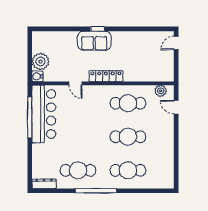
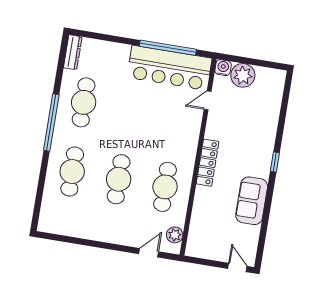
sofa: (94, 41) -> (252, 201), moved
door: (75, 83) -> (208, 100), moved

